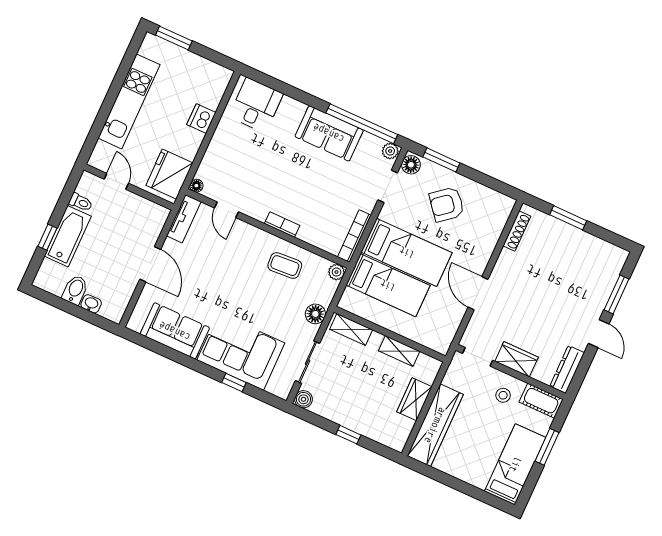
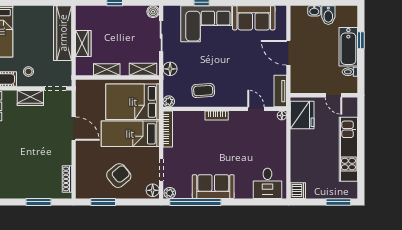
dishwasher: (201, 119) -> (298, 191), moved
window: (441, 160) -> (103, 202), moved
bed: (388, 285) -> (133, 102), width x1.50

